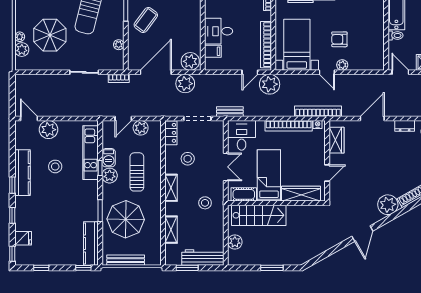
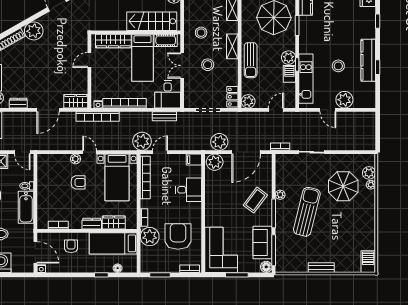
plant: (119, 45) -> (280, 195), moved
filing cabinet: (213, 51) -> (194, 160), moved
bench: (230, 112) -> (164, 116), moved
door: (29, 118) -> (328, 110), moved
plant: (141, 128) -> (248, 101), moved
wardrobe: (337, 140) -> (76, 101), moved, turned 90
stool: (188, 159) -> (208, 65), moved
sun lounger: (137, 172) -> (251, 60), moved
window: (12, 185) -> (378, 67), moved

